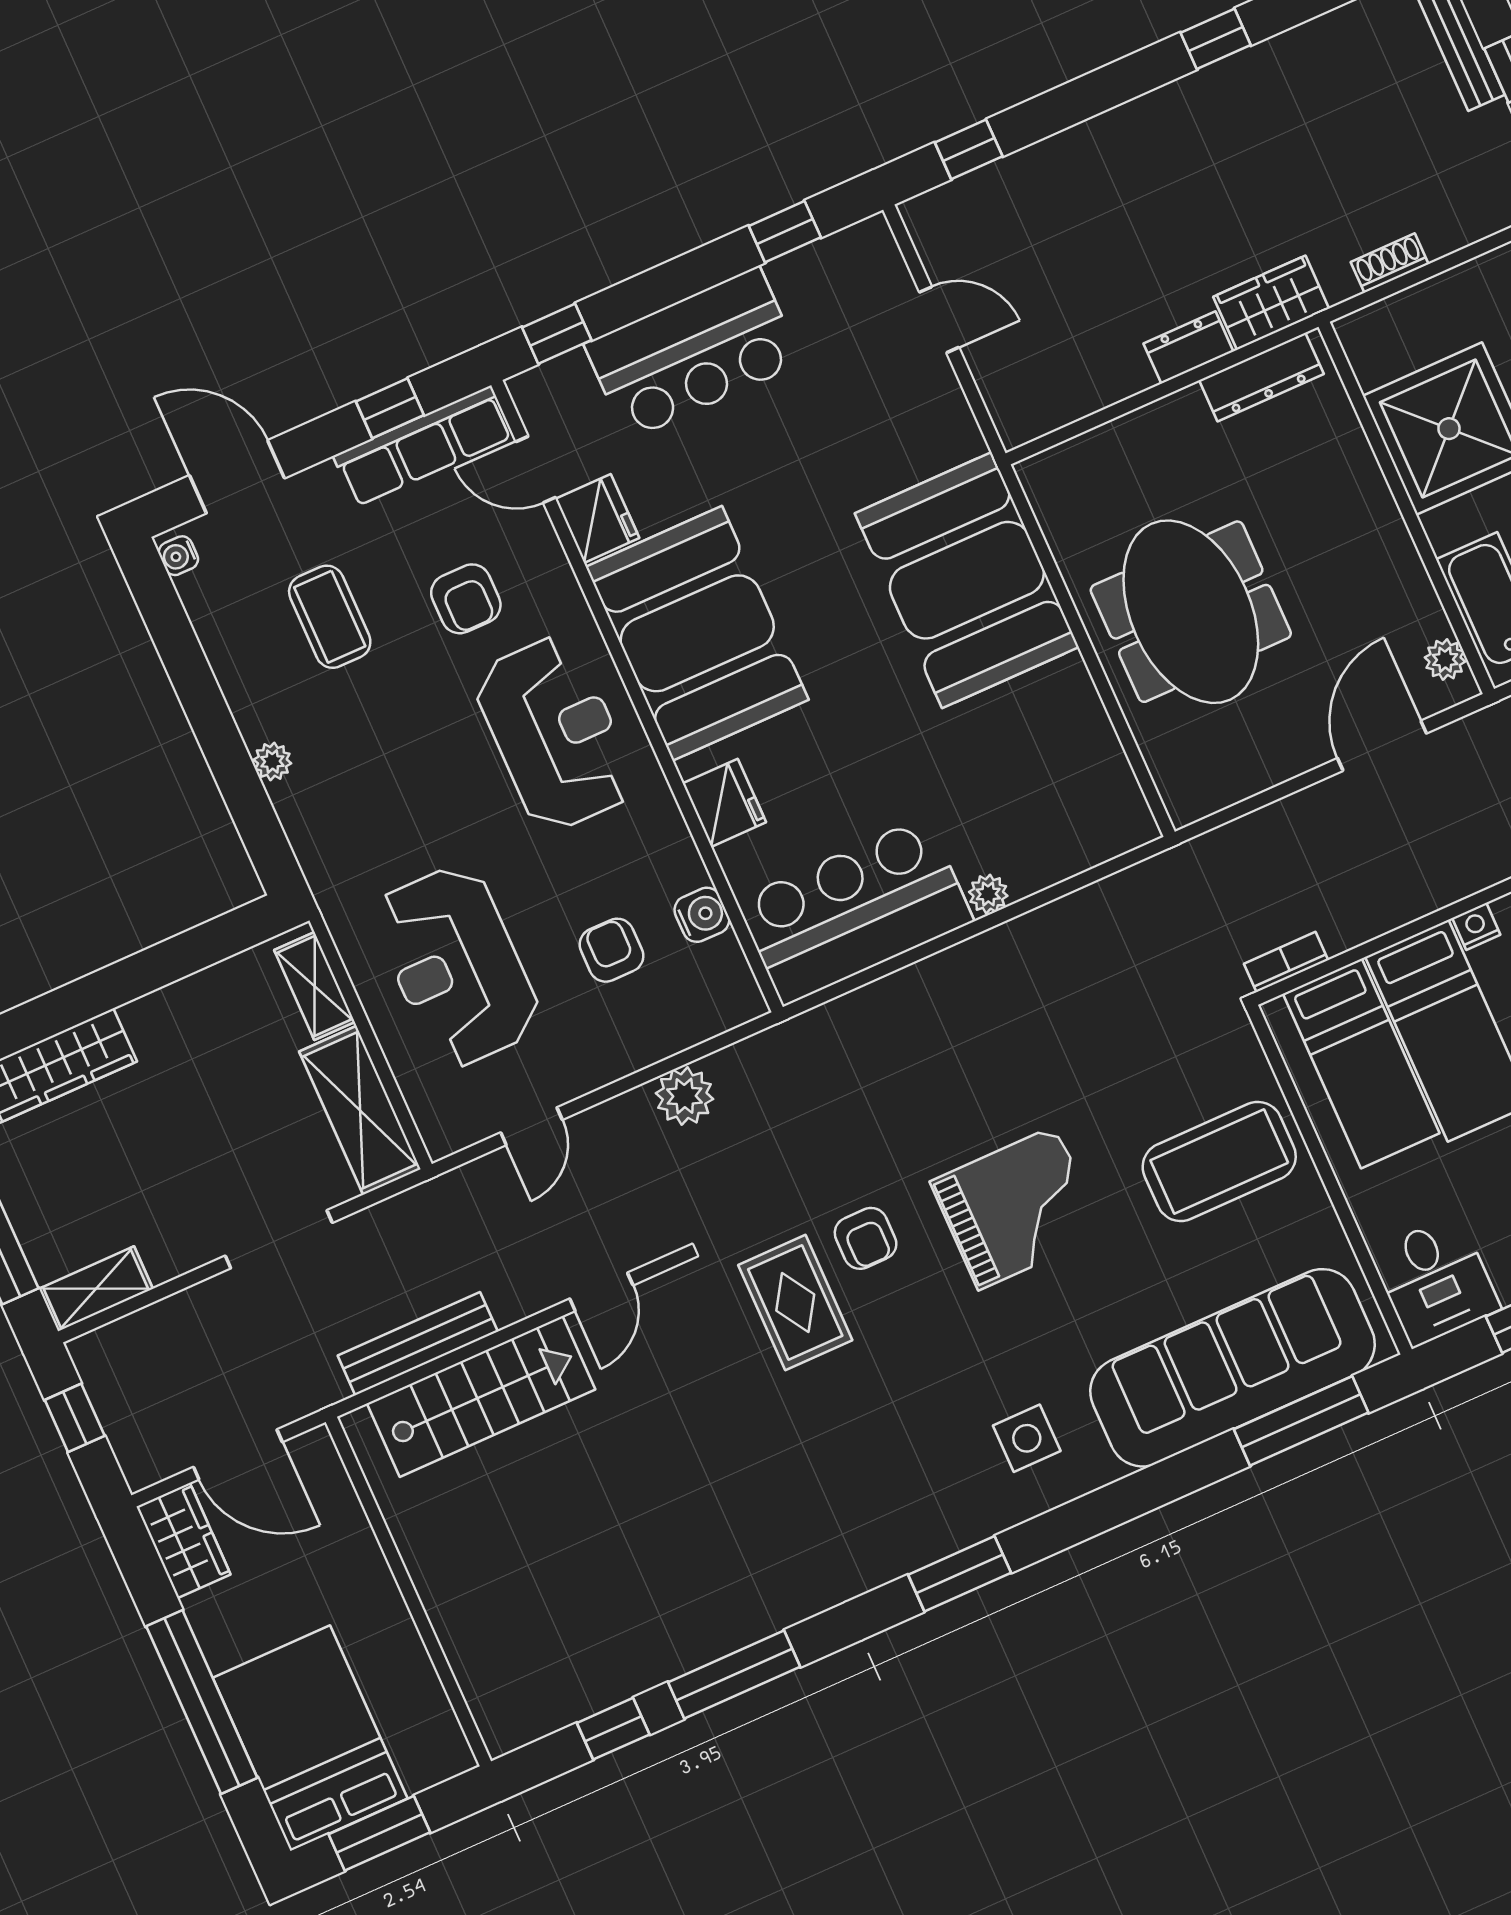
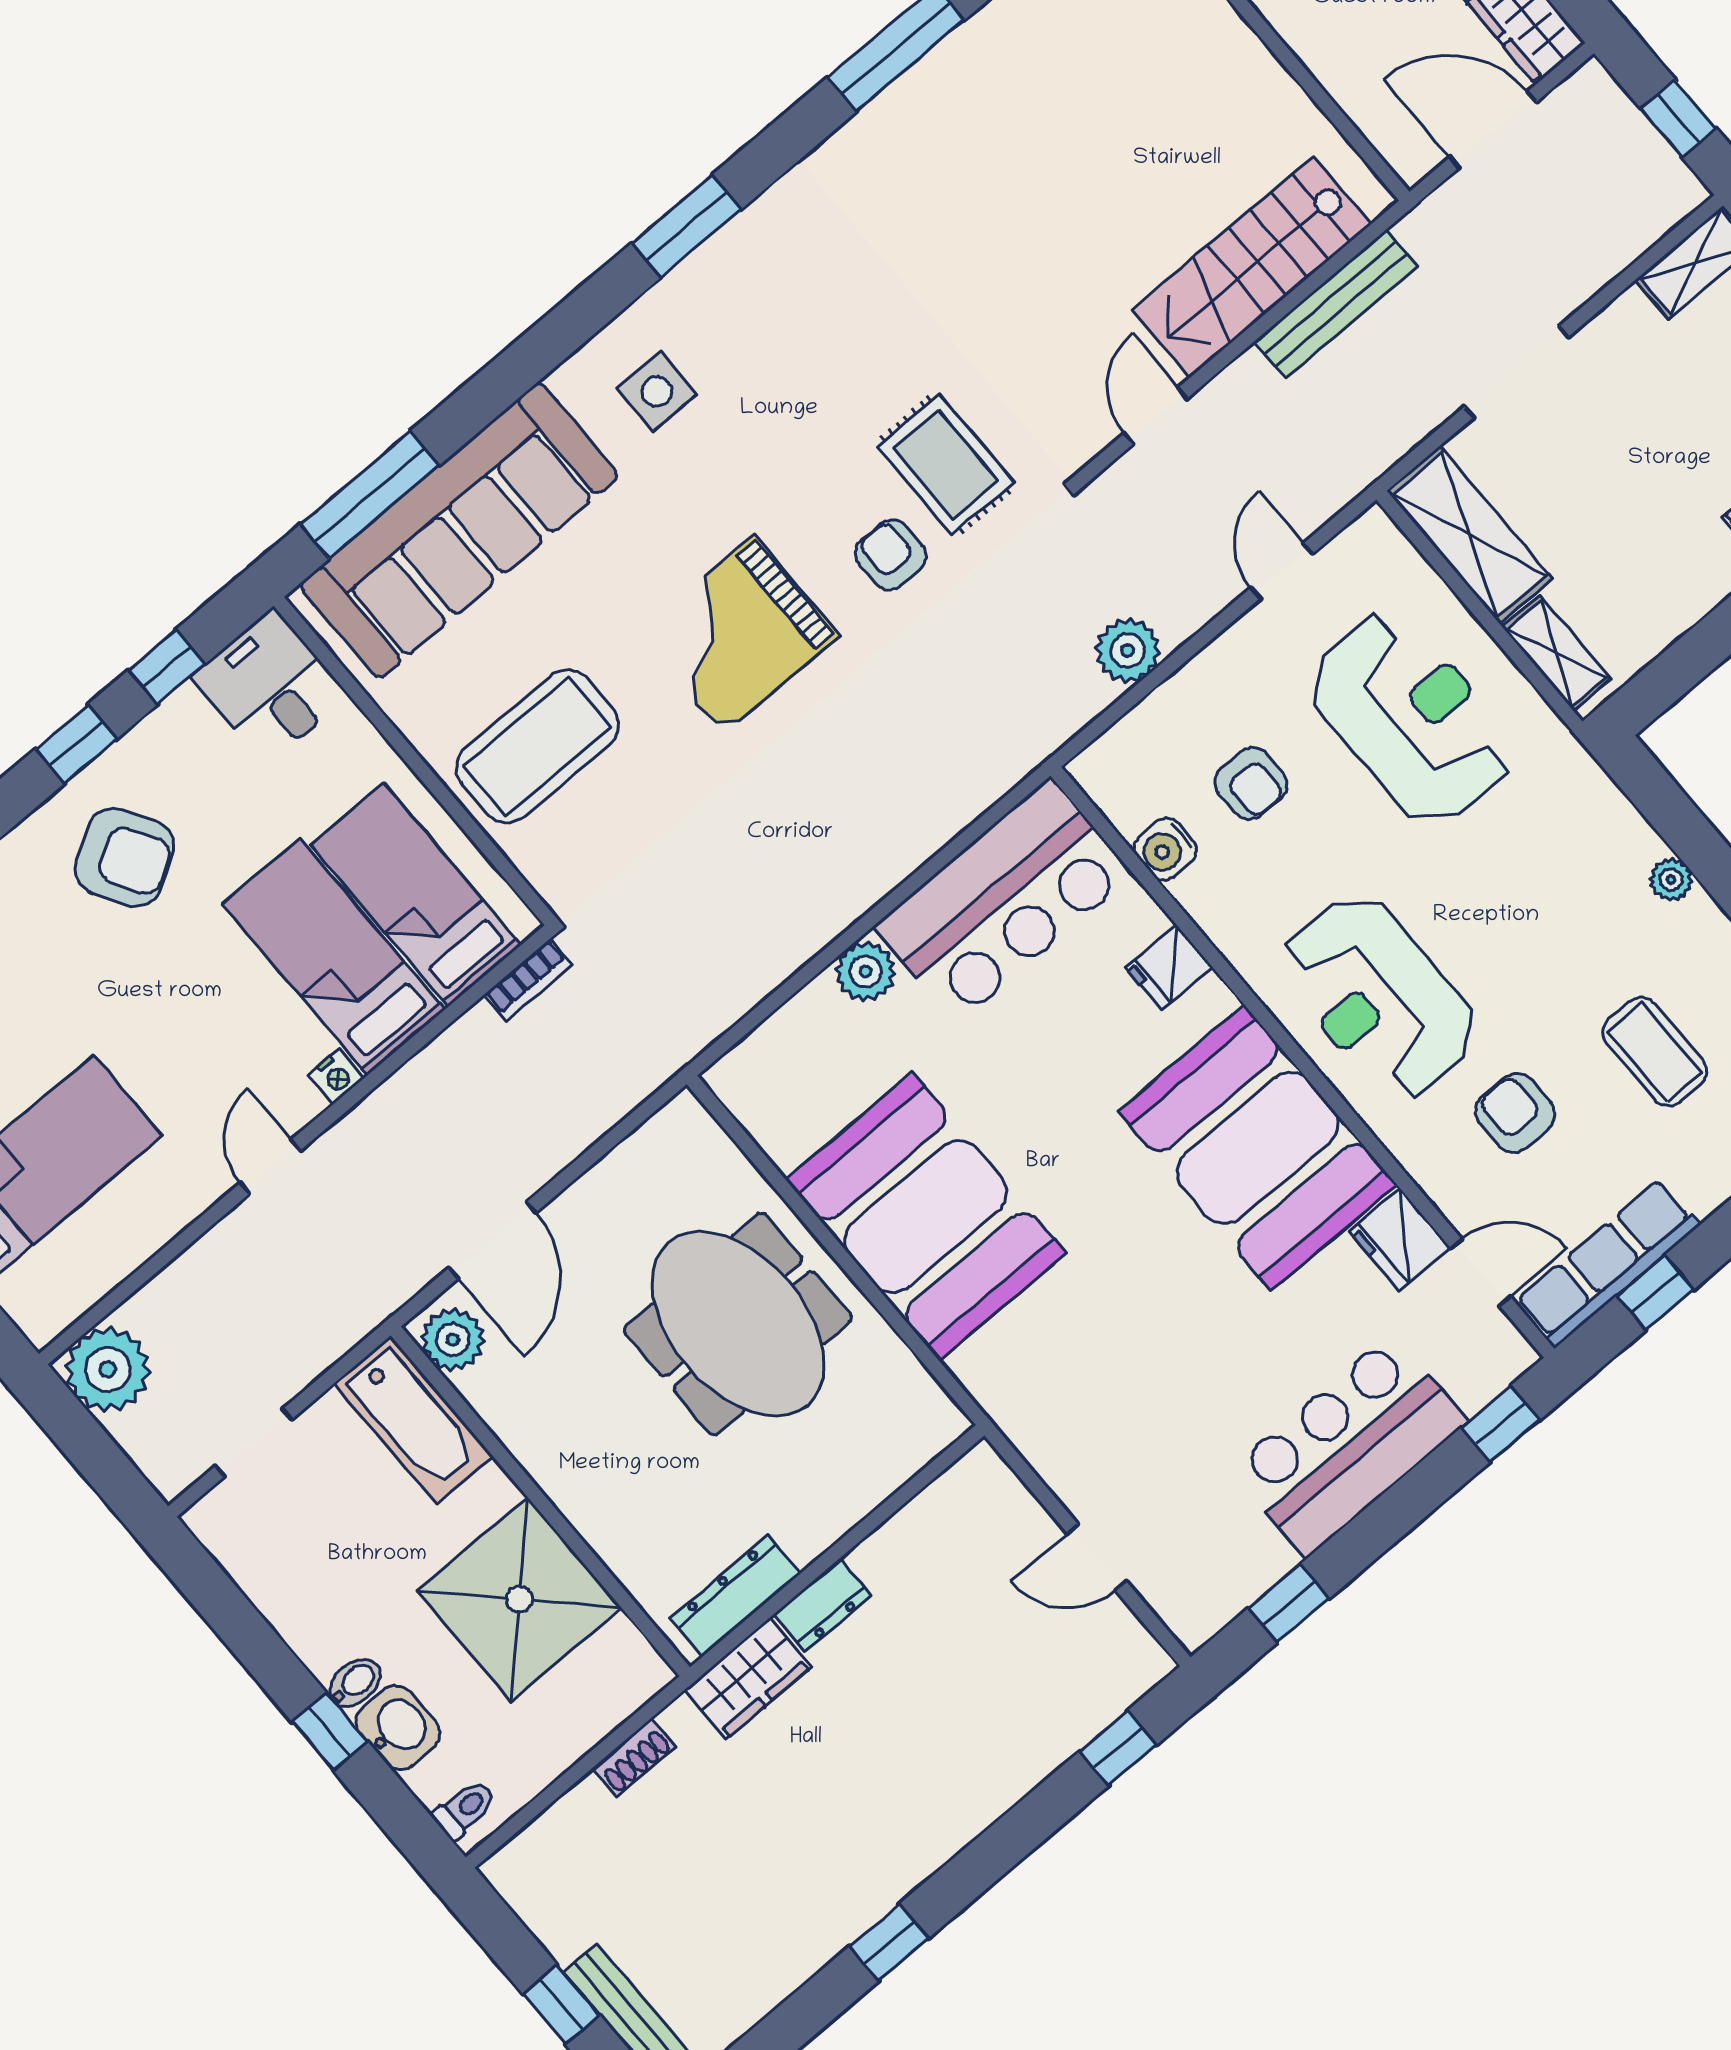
booth: (967, 580) -> (926, 1216), moved
plant: (1445, 660) -> (453, 1340), width x1.38, depth x1.38
fridge: (724, 803) -> (1169, 967), width x0.72
plant: (988, 894) -> (866, 972), width x1.38, depth x1.38

